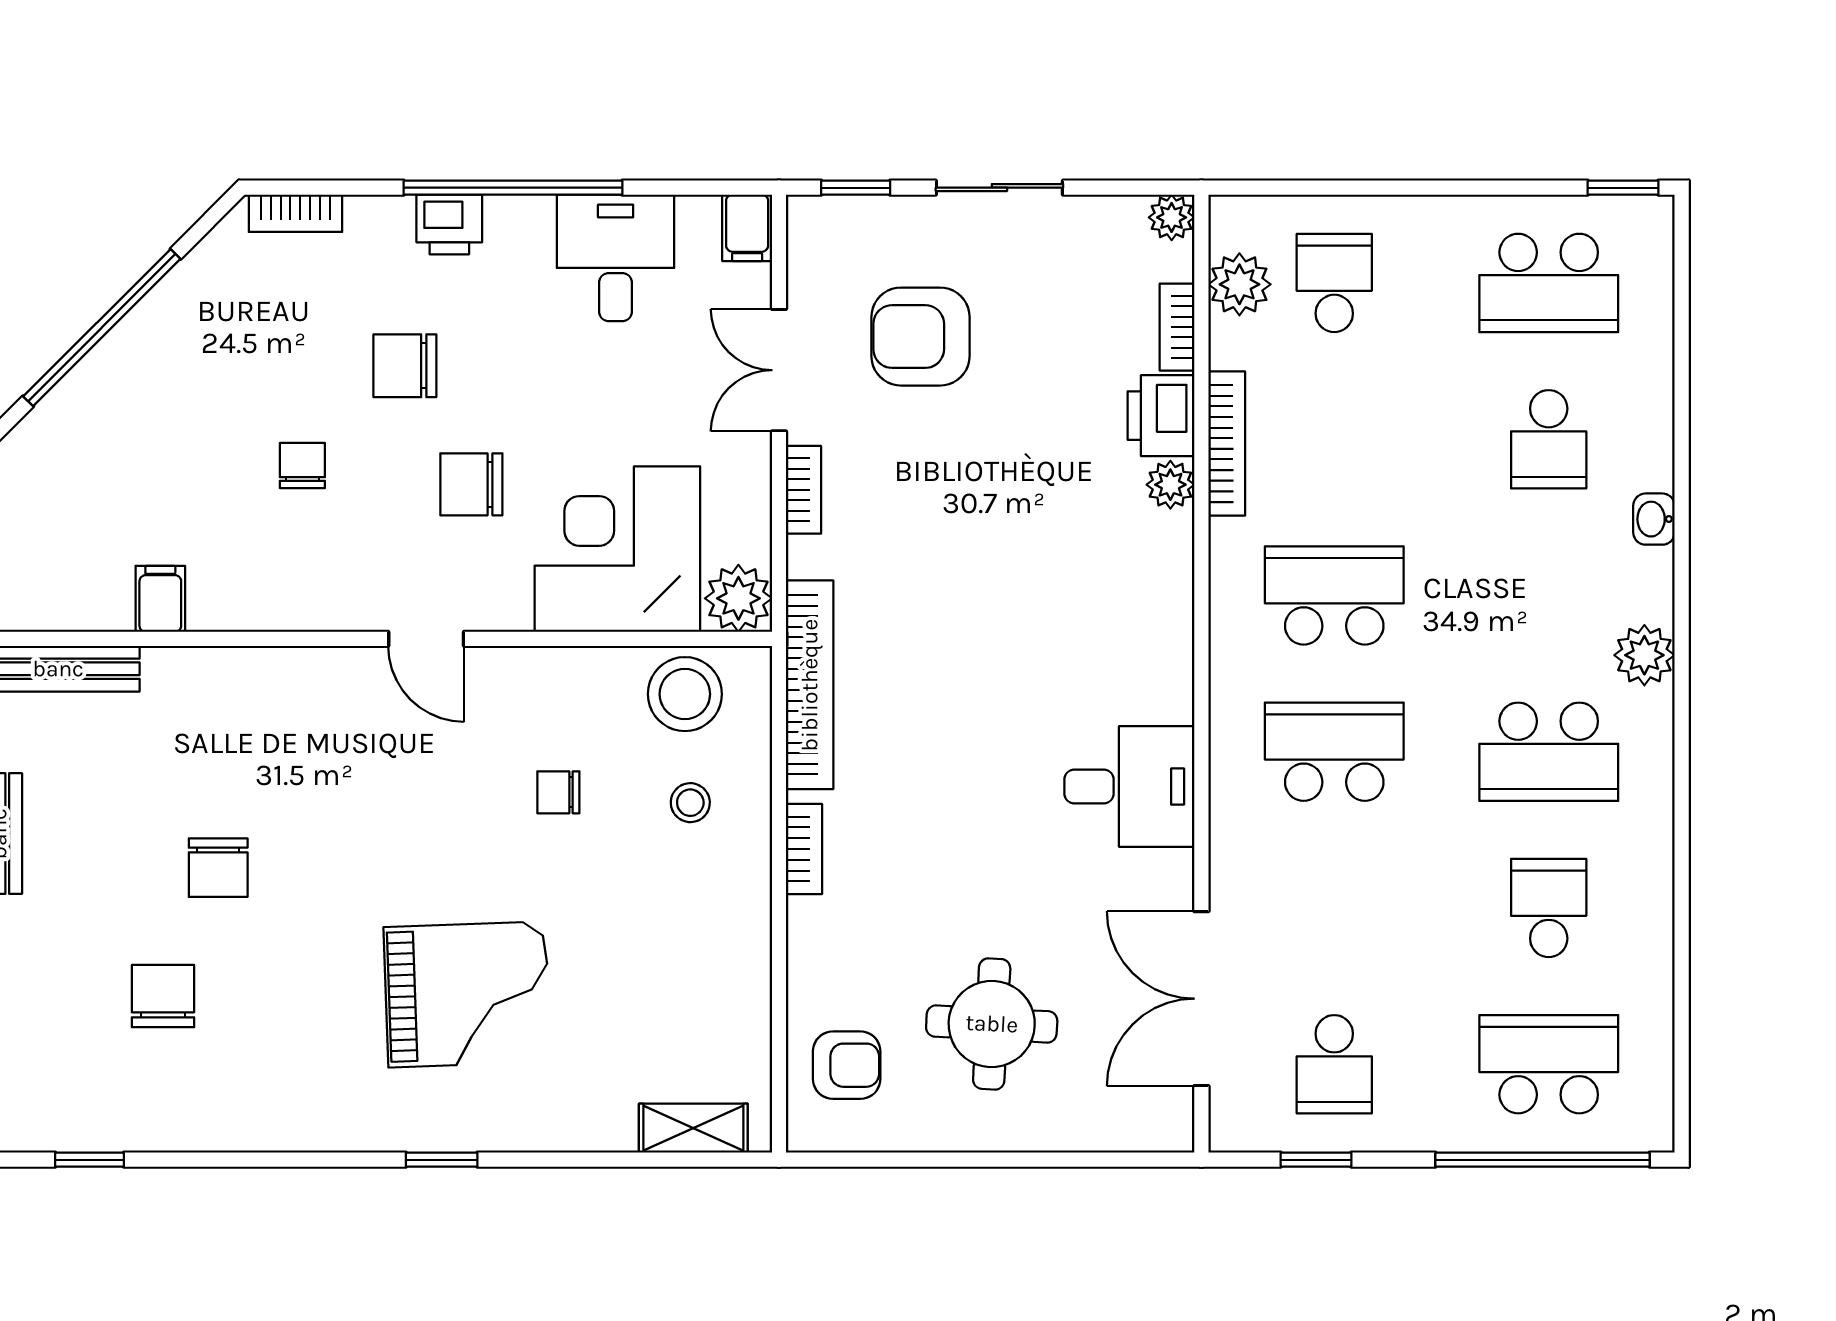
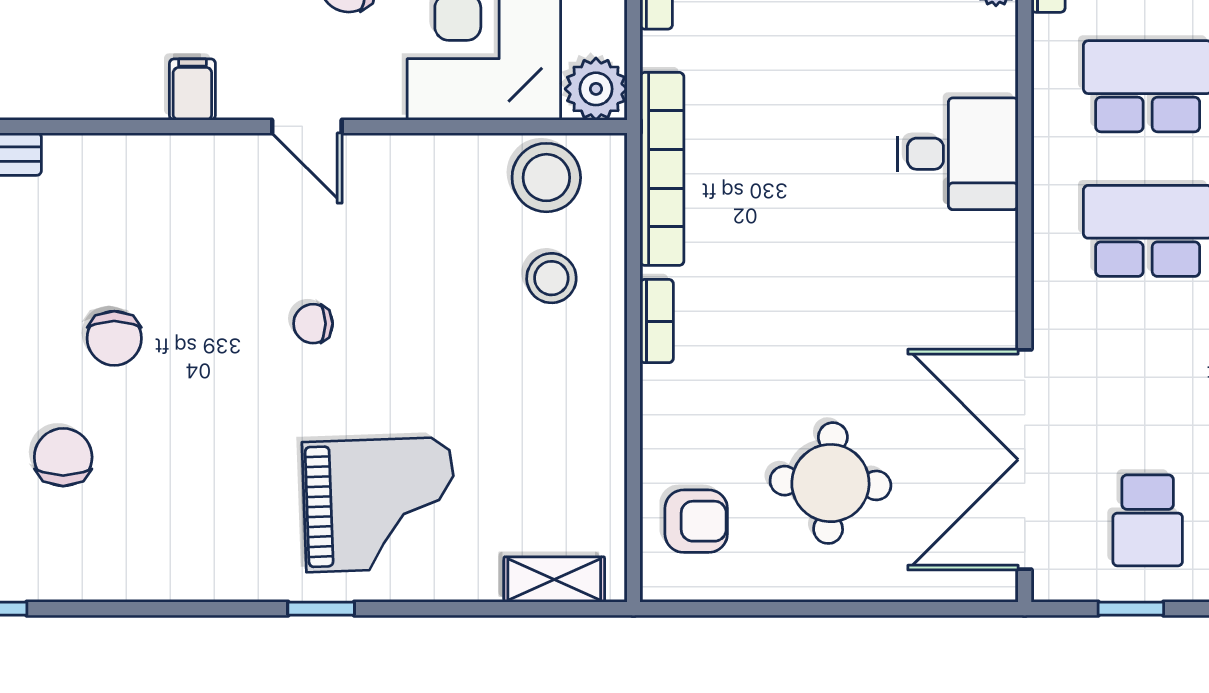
filing cabinet: (160, 599) -> (192, 89), moved
desk: (1129, 787) -> (958, 154), moved
chair: (558, 792) -> (313, 324), moved
stool: (690, 803) -> (551, 278), width x1.37, depth x1.37
grand piano: (467, 994) -> (379, 505), moved
double door: (1201, 999) -> (1025, 460), width x1.36

